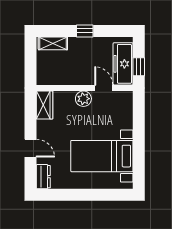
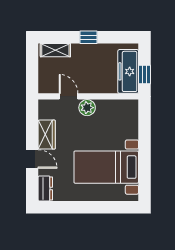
door: (104, 88) -> (69, 96), moved
wardrobe: (45, 105) -> (47, 135), moved

